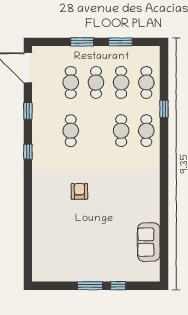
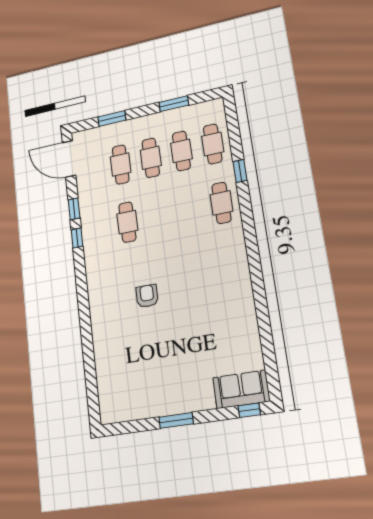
window: (82, 42) -> (112, 119), moved
cafe table: (121, 131) -> (190, 209), removed
window: (28, 152) -> (77, 238), moved
sofa: (149, 242) -> (241, 389), moved, turned 90
window: (118, 286) -> (249, 410), moved

